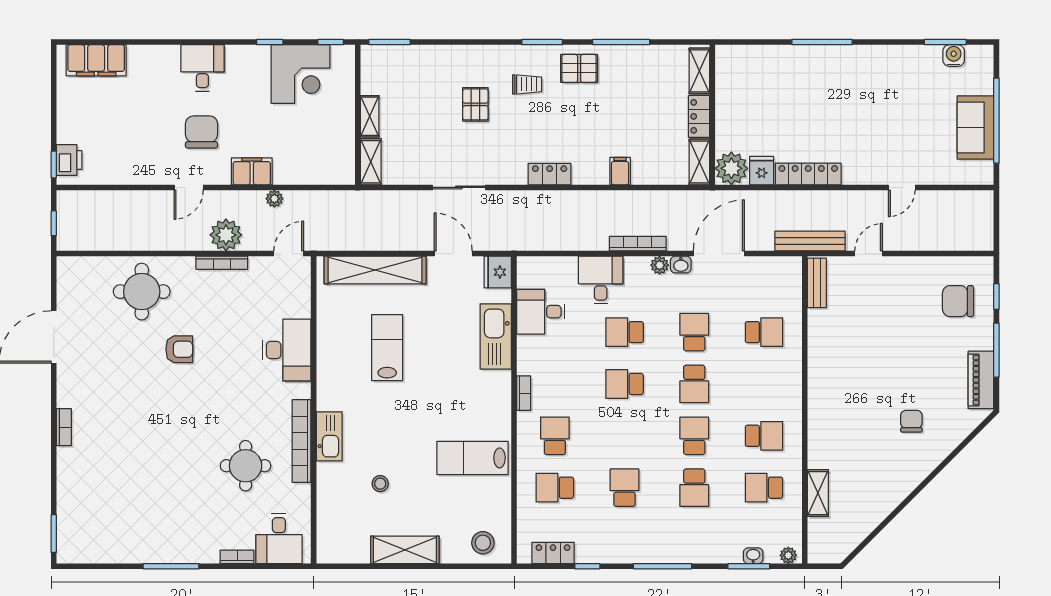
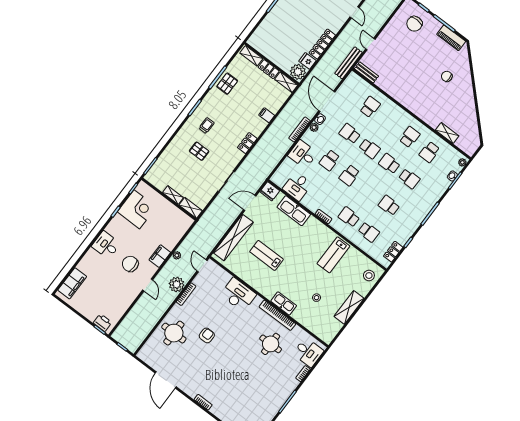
pallet: (579, 68) -> (227, 84), moved
school desk: (555, 488) -> (369, 232), turned -90

